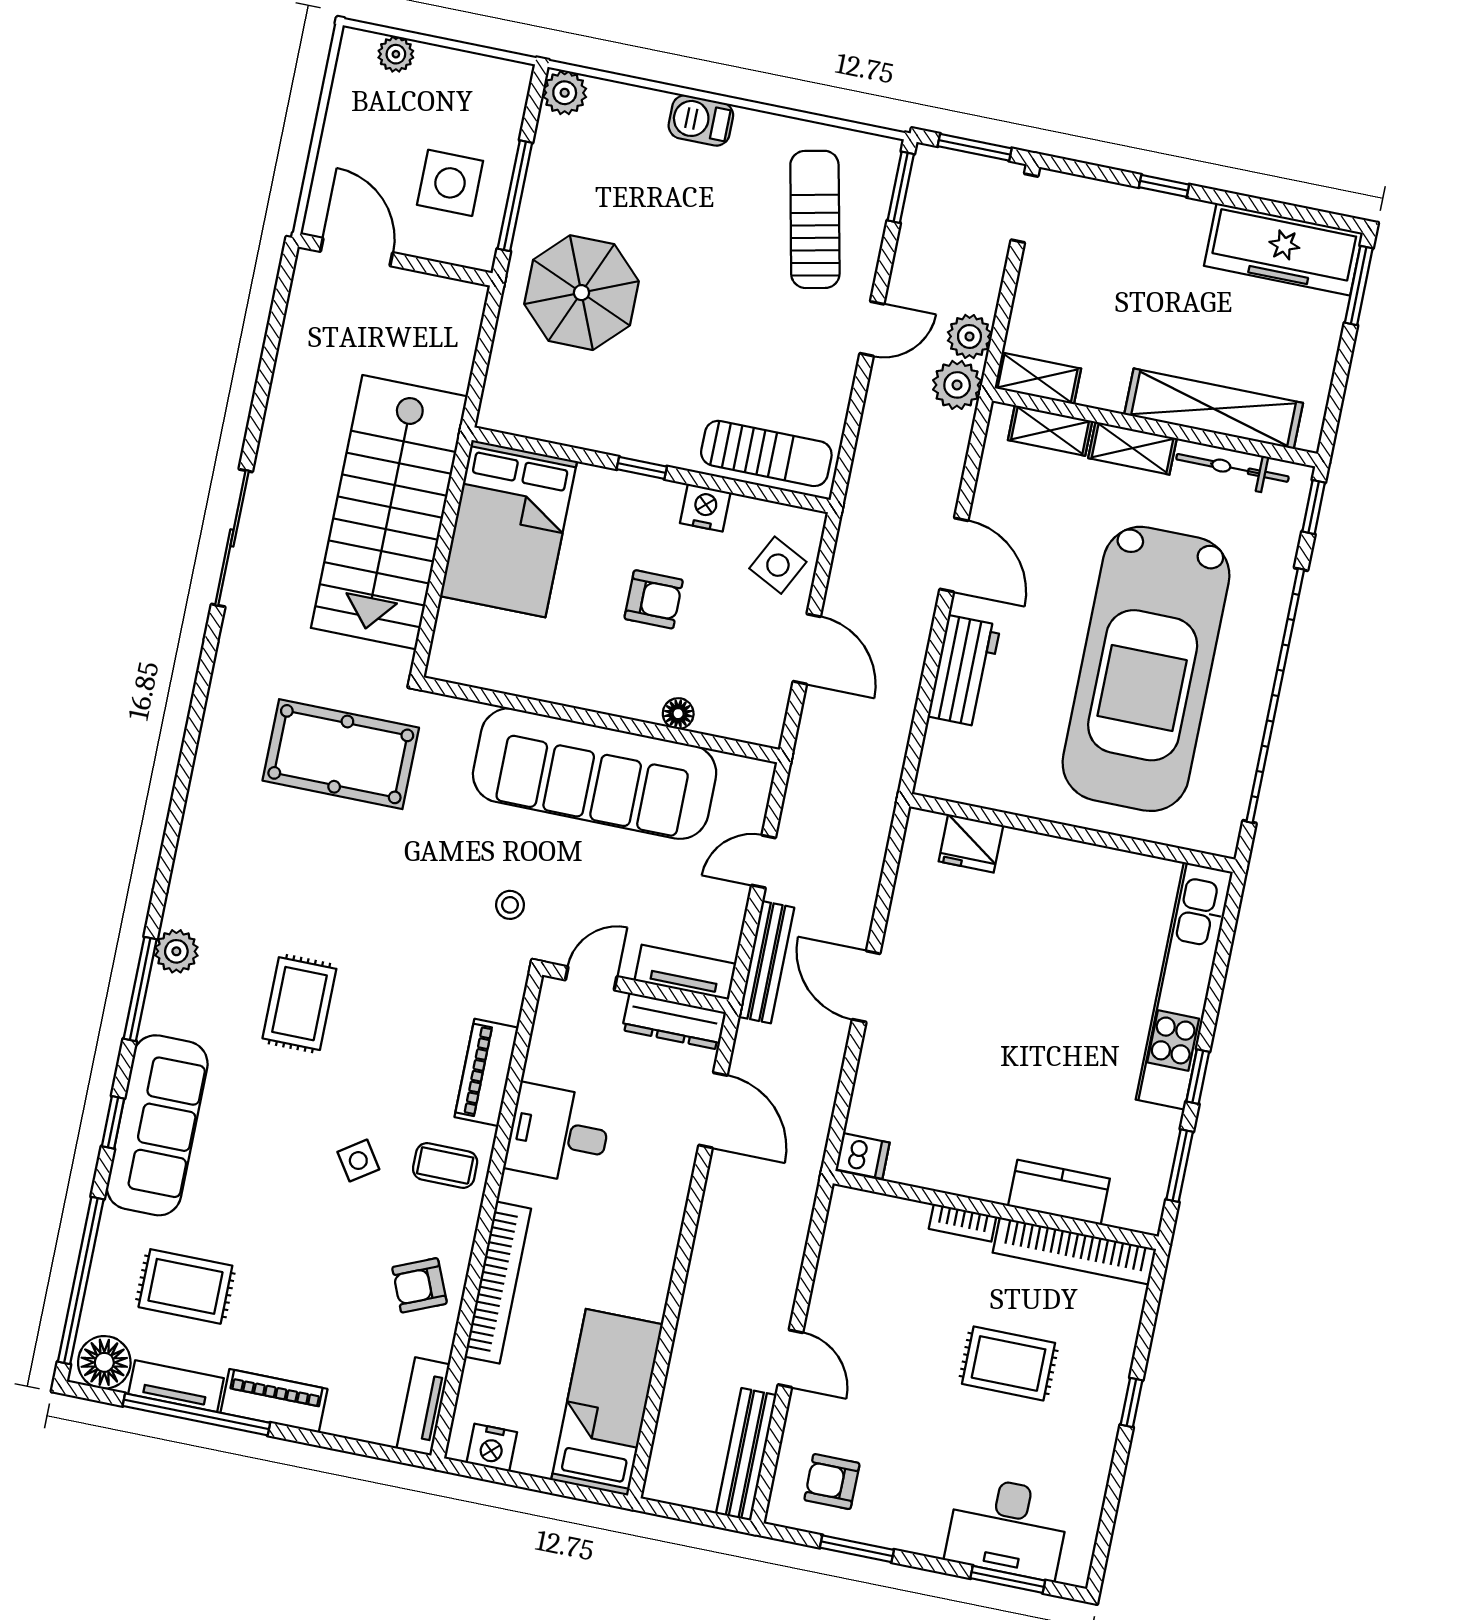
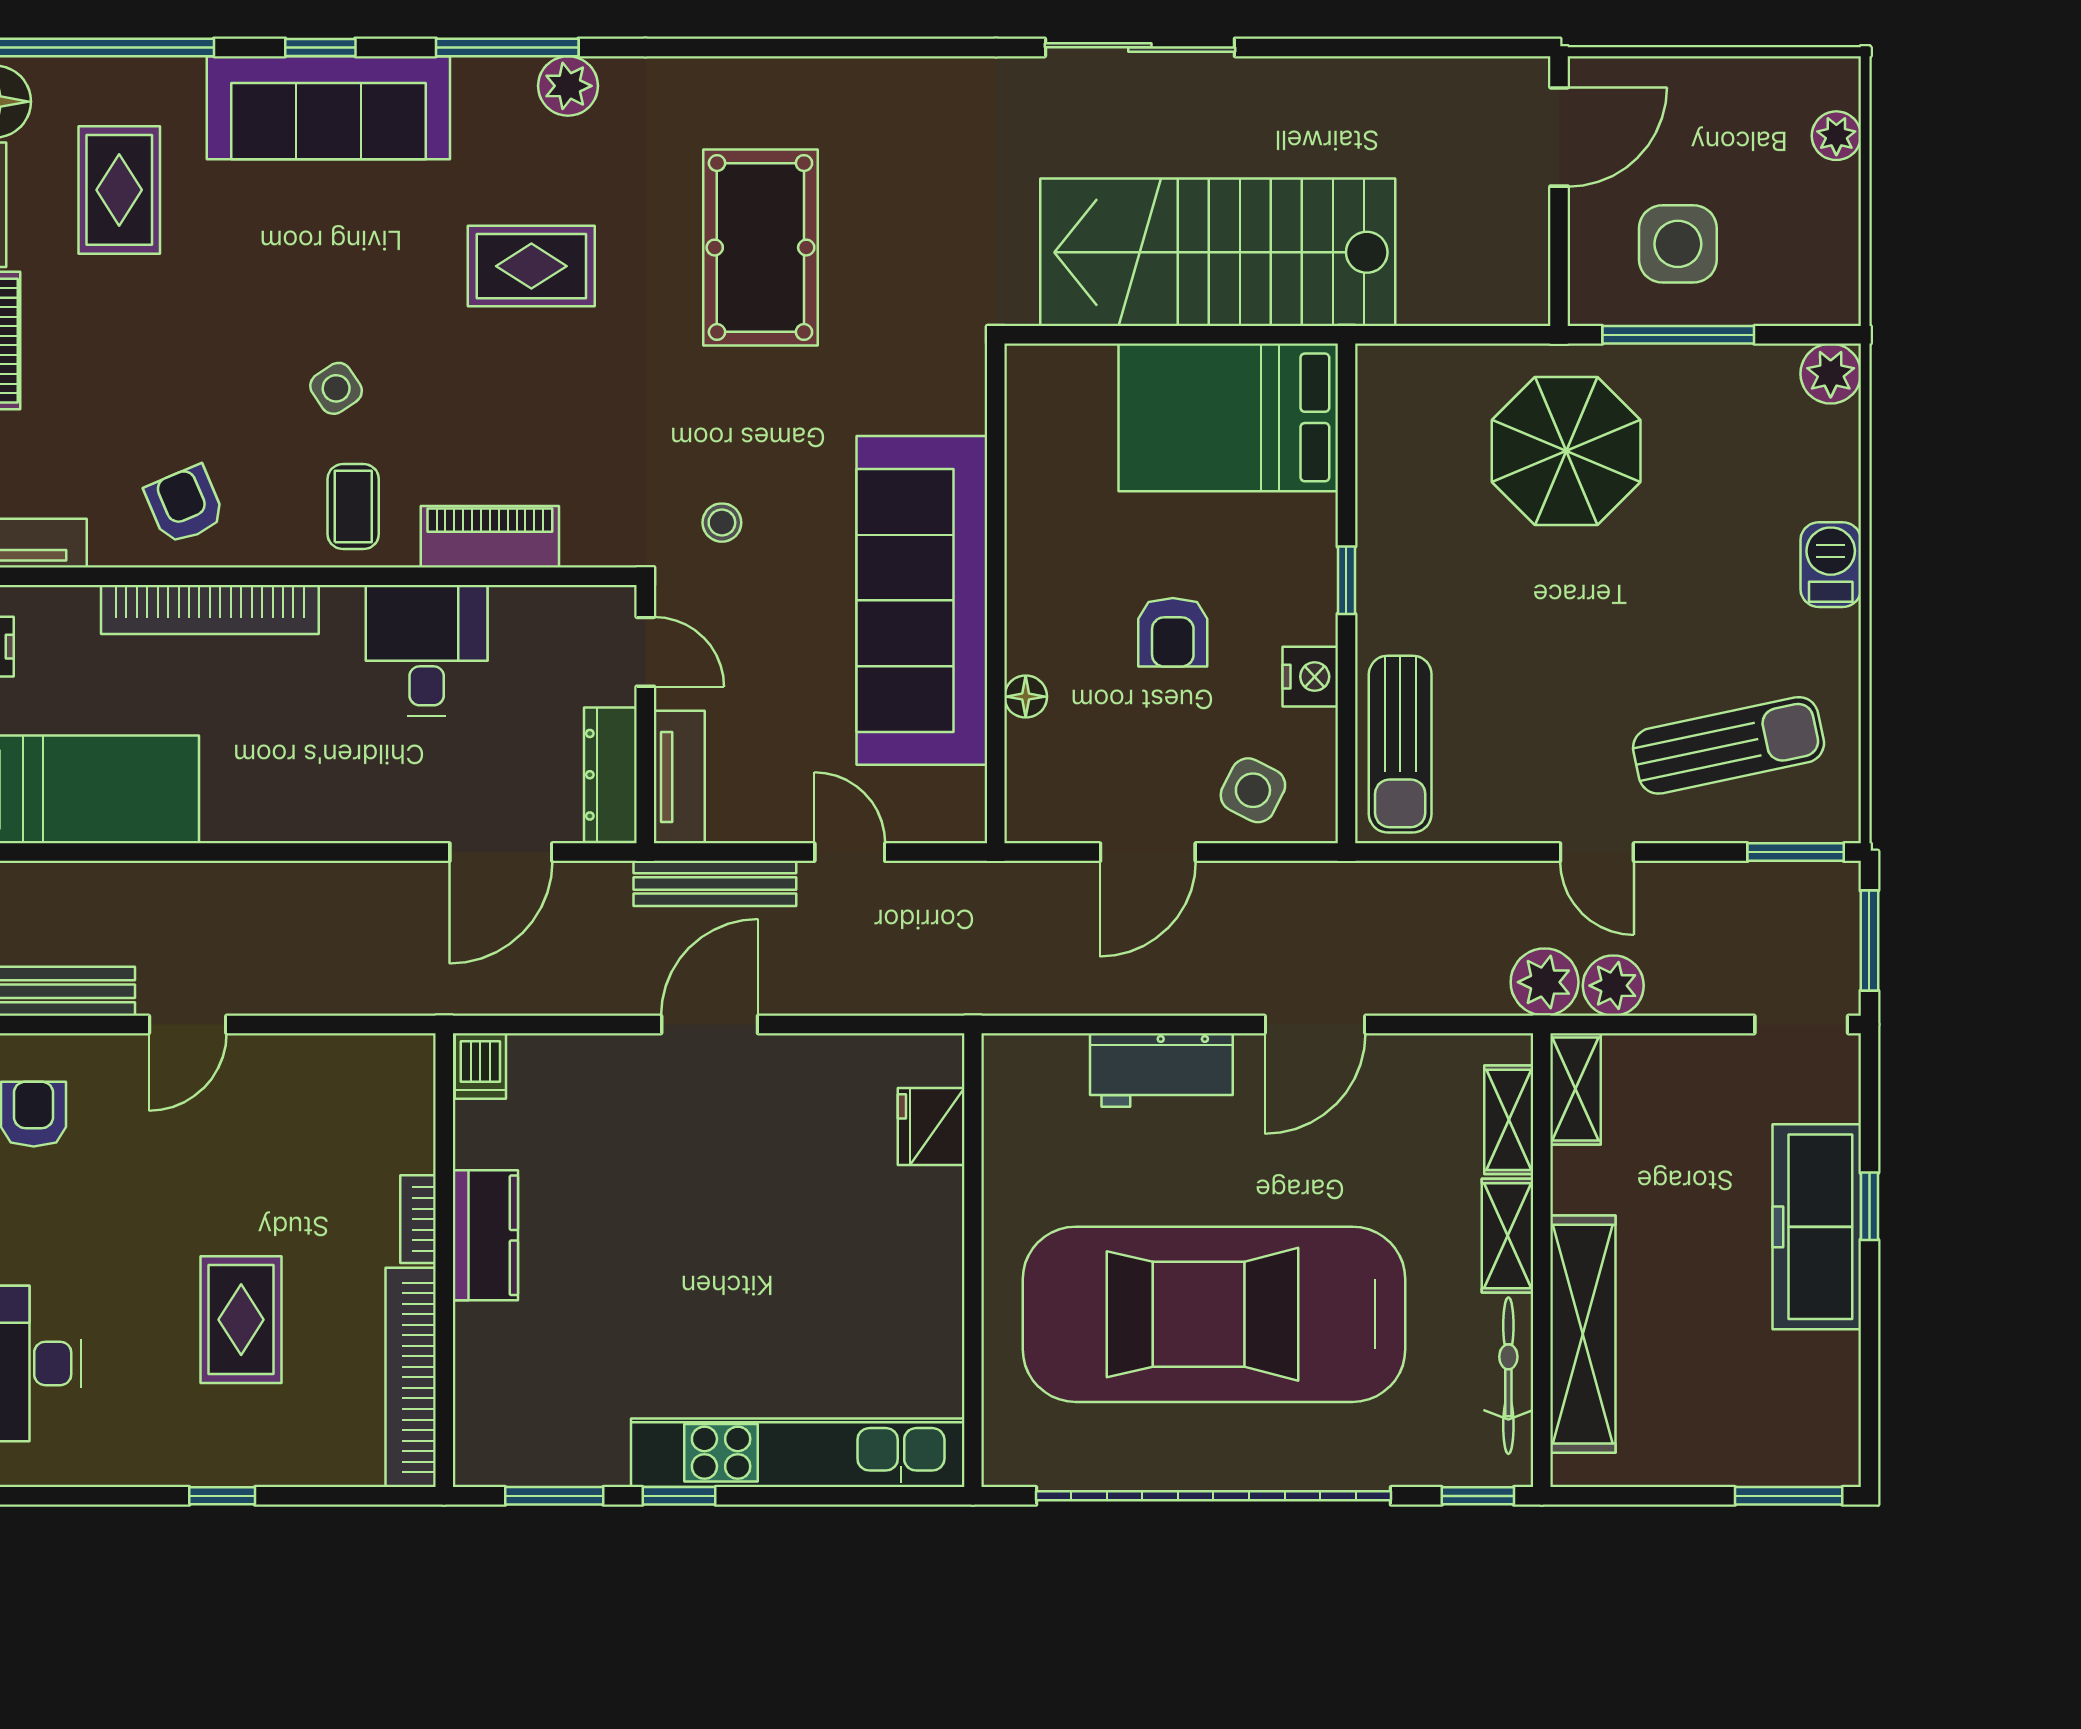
freezer: (1283, 249) -> (1817, 1227), moved
pool table: (341, 754) -> (760, 248), moved
kitchen counter: (1059, 1192) -> (485, 1235), moved

